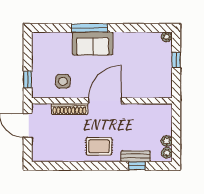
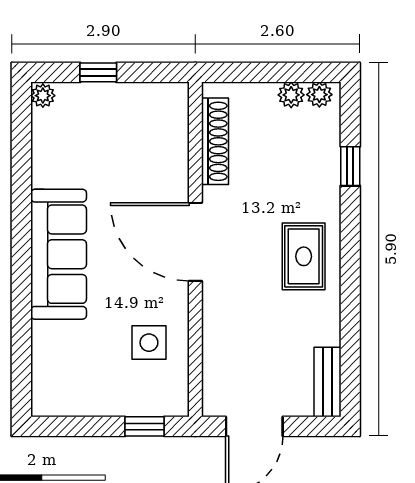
window: (89, 28) -> (21, 279), removed
sofa: (93, 43) -> (59, 254), width x1.36
shoe rack: (70, 109) -> (215, 141), moved
bench: (136, 156) -> (327, 382), moved

